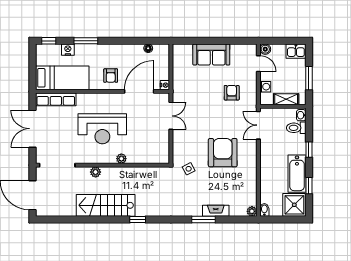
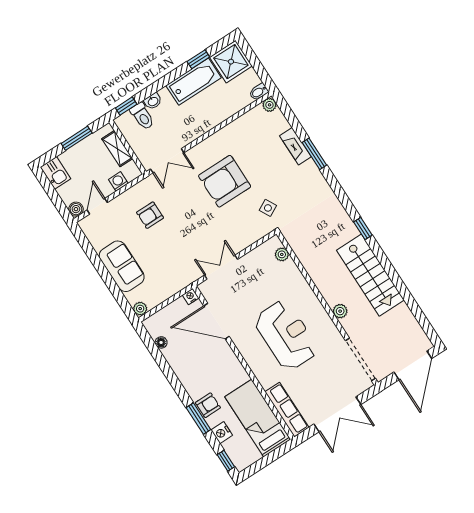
plant: (178, 49) -> (140, 309), added
armchair: (111, 76) -> (208, 405), moved
washbasin: (301, 115) -> (153, 101), moved
window: (309, 150) -> (126, 106), moved
plant: (121, 159) -> (282, 254), moved

